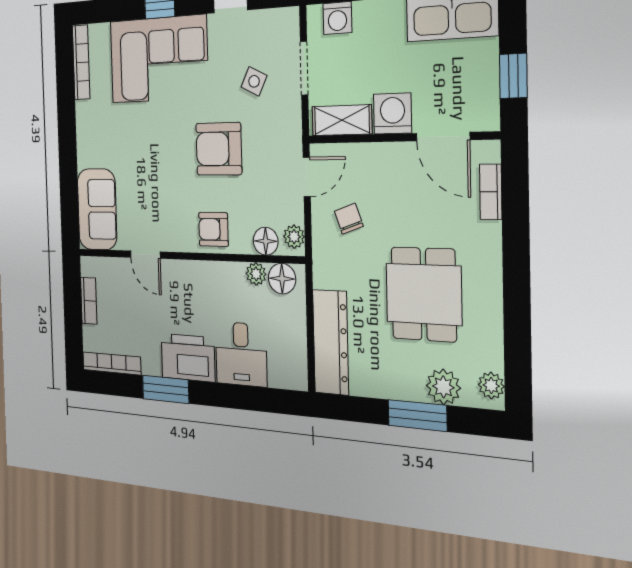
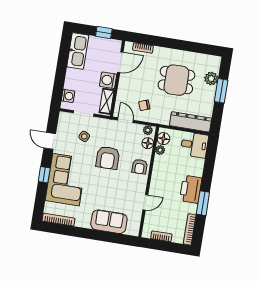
sofa: (97, 209) -> (109, 222), moved
desk: (241, 354) -> (194, 145), moved
plant: (491, 386) -> (212, 60), removed

